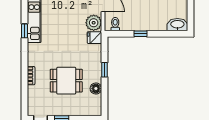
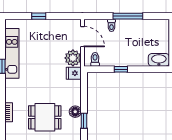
window: (104, 70) -> (84, 121), moved
floor lamp: (96, 89) -> (75, 112), moved

